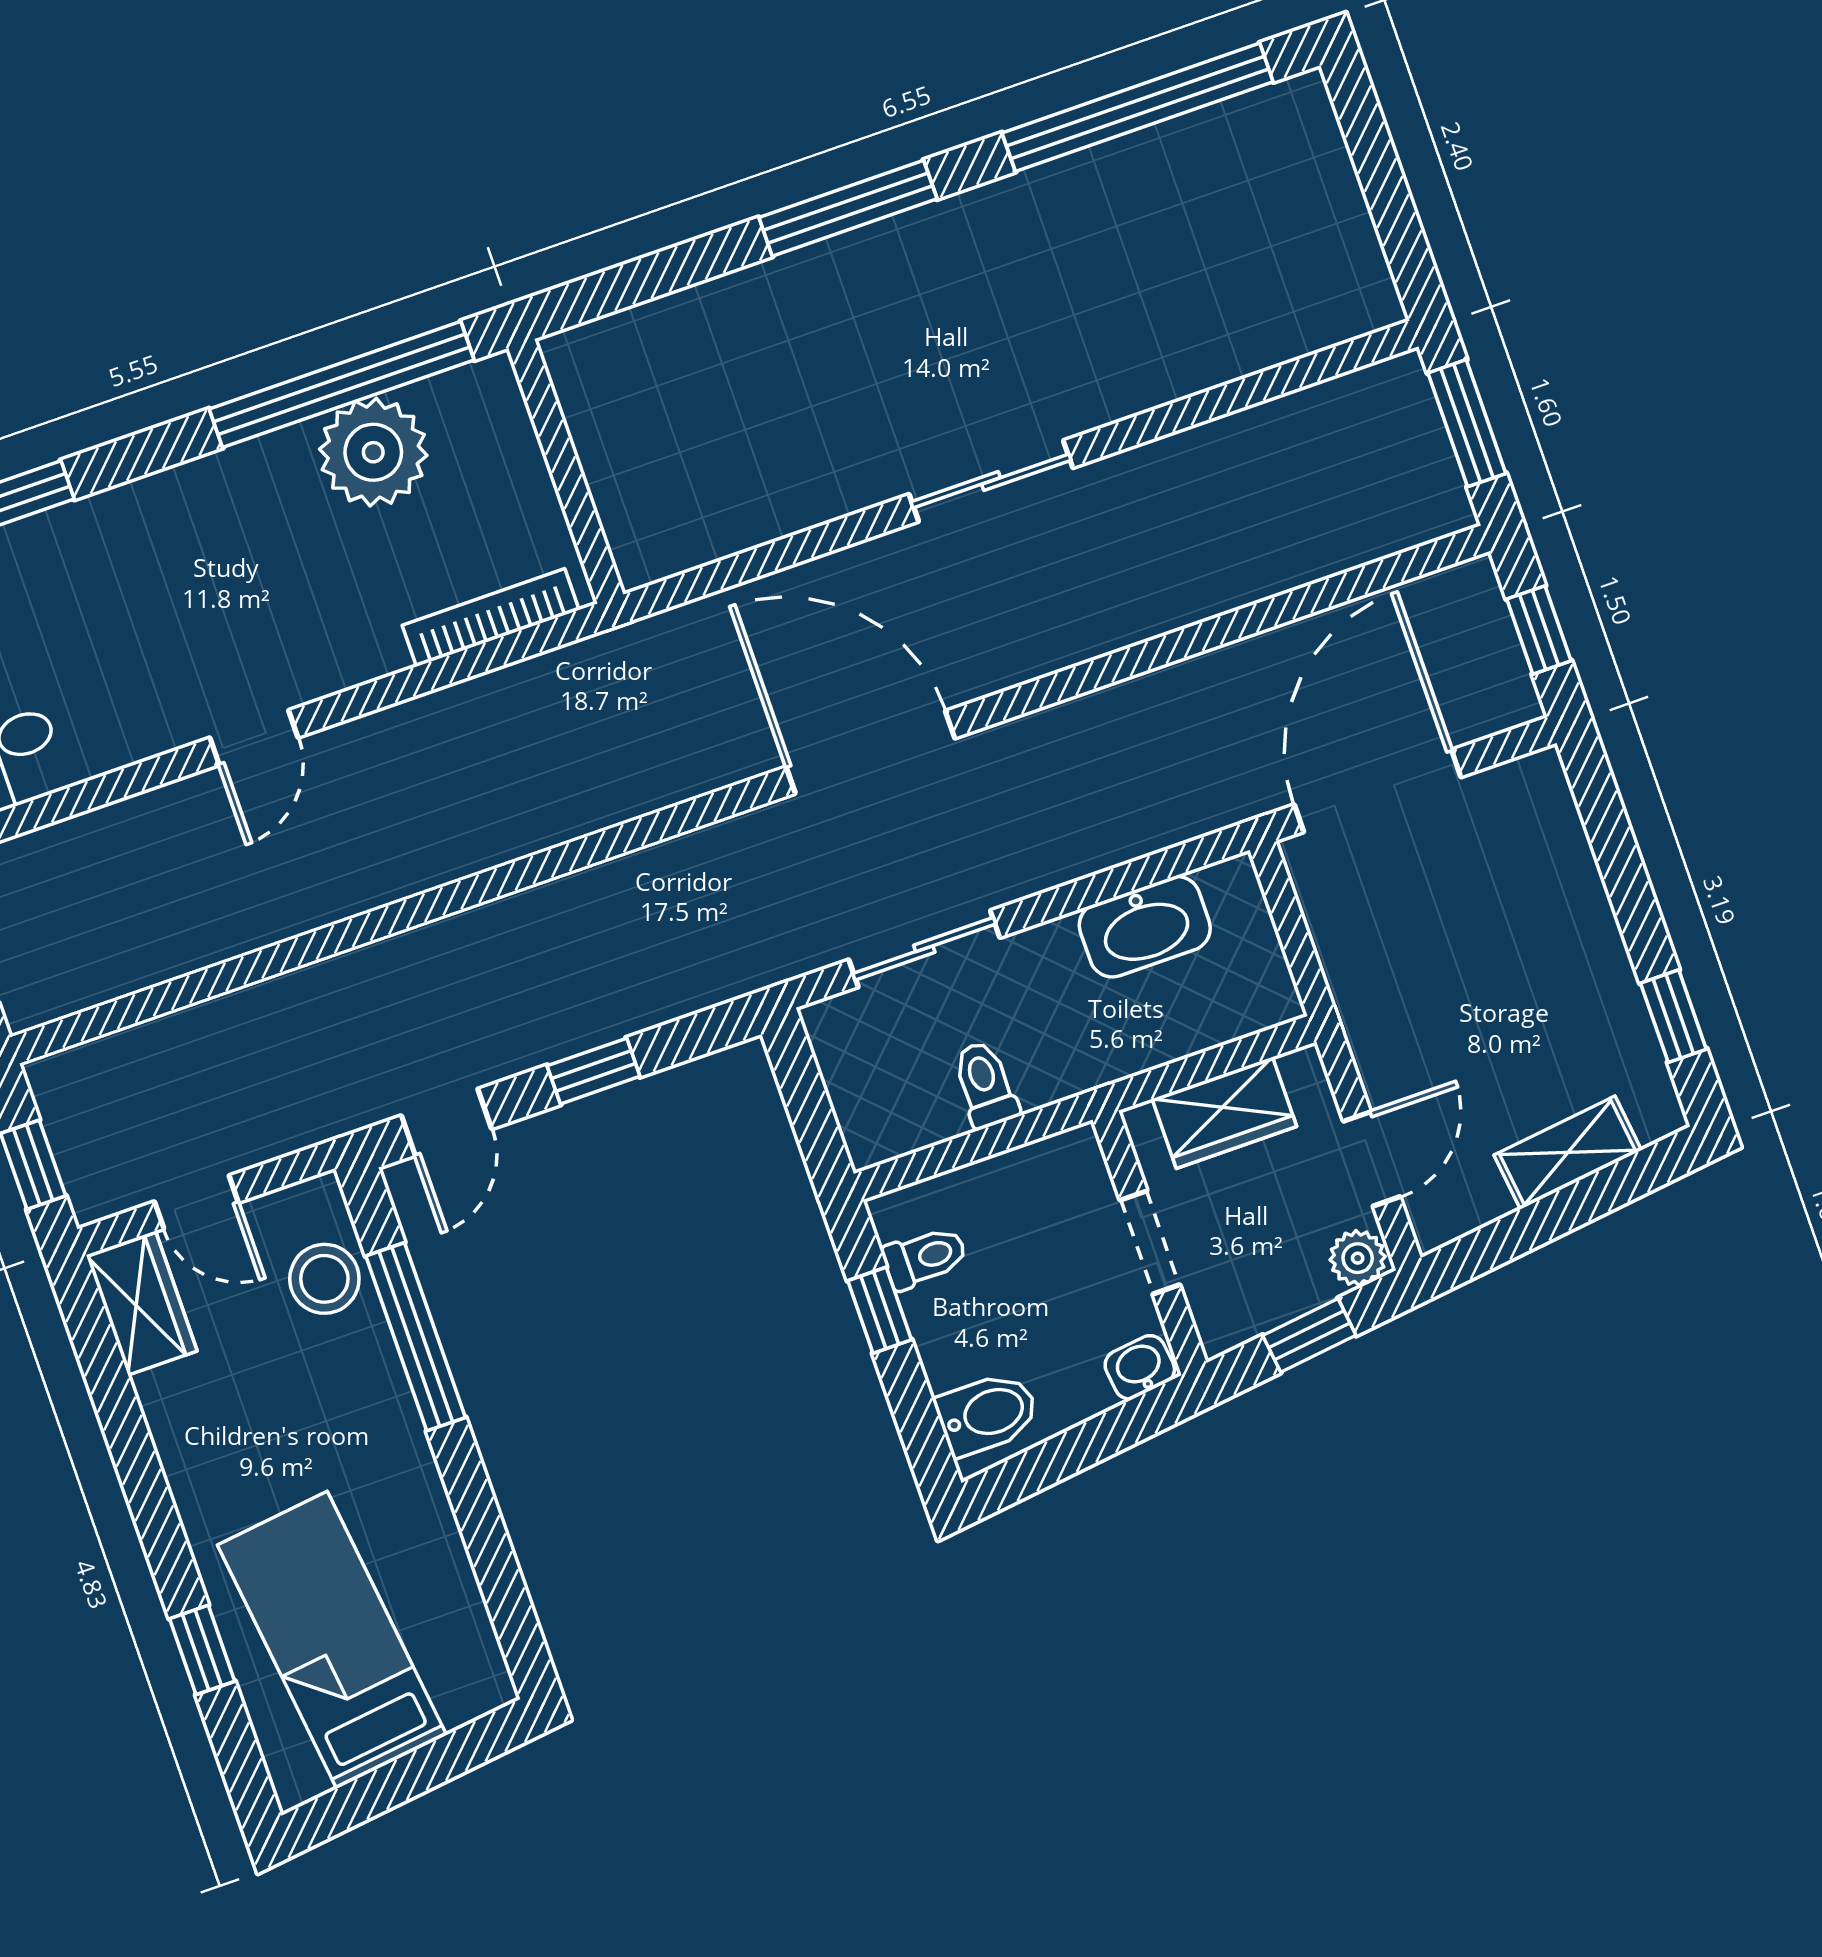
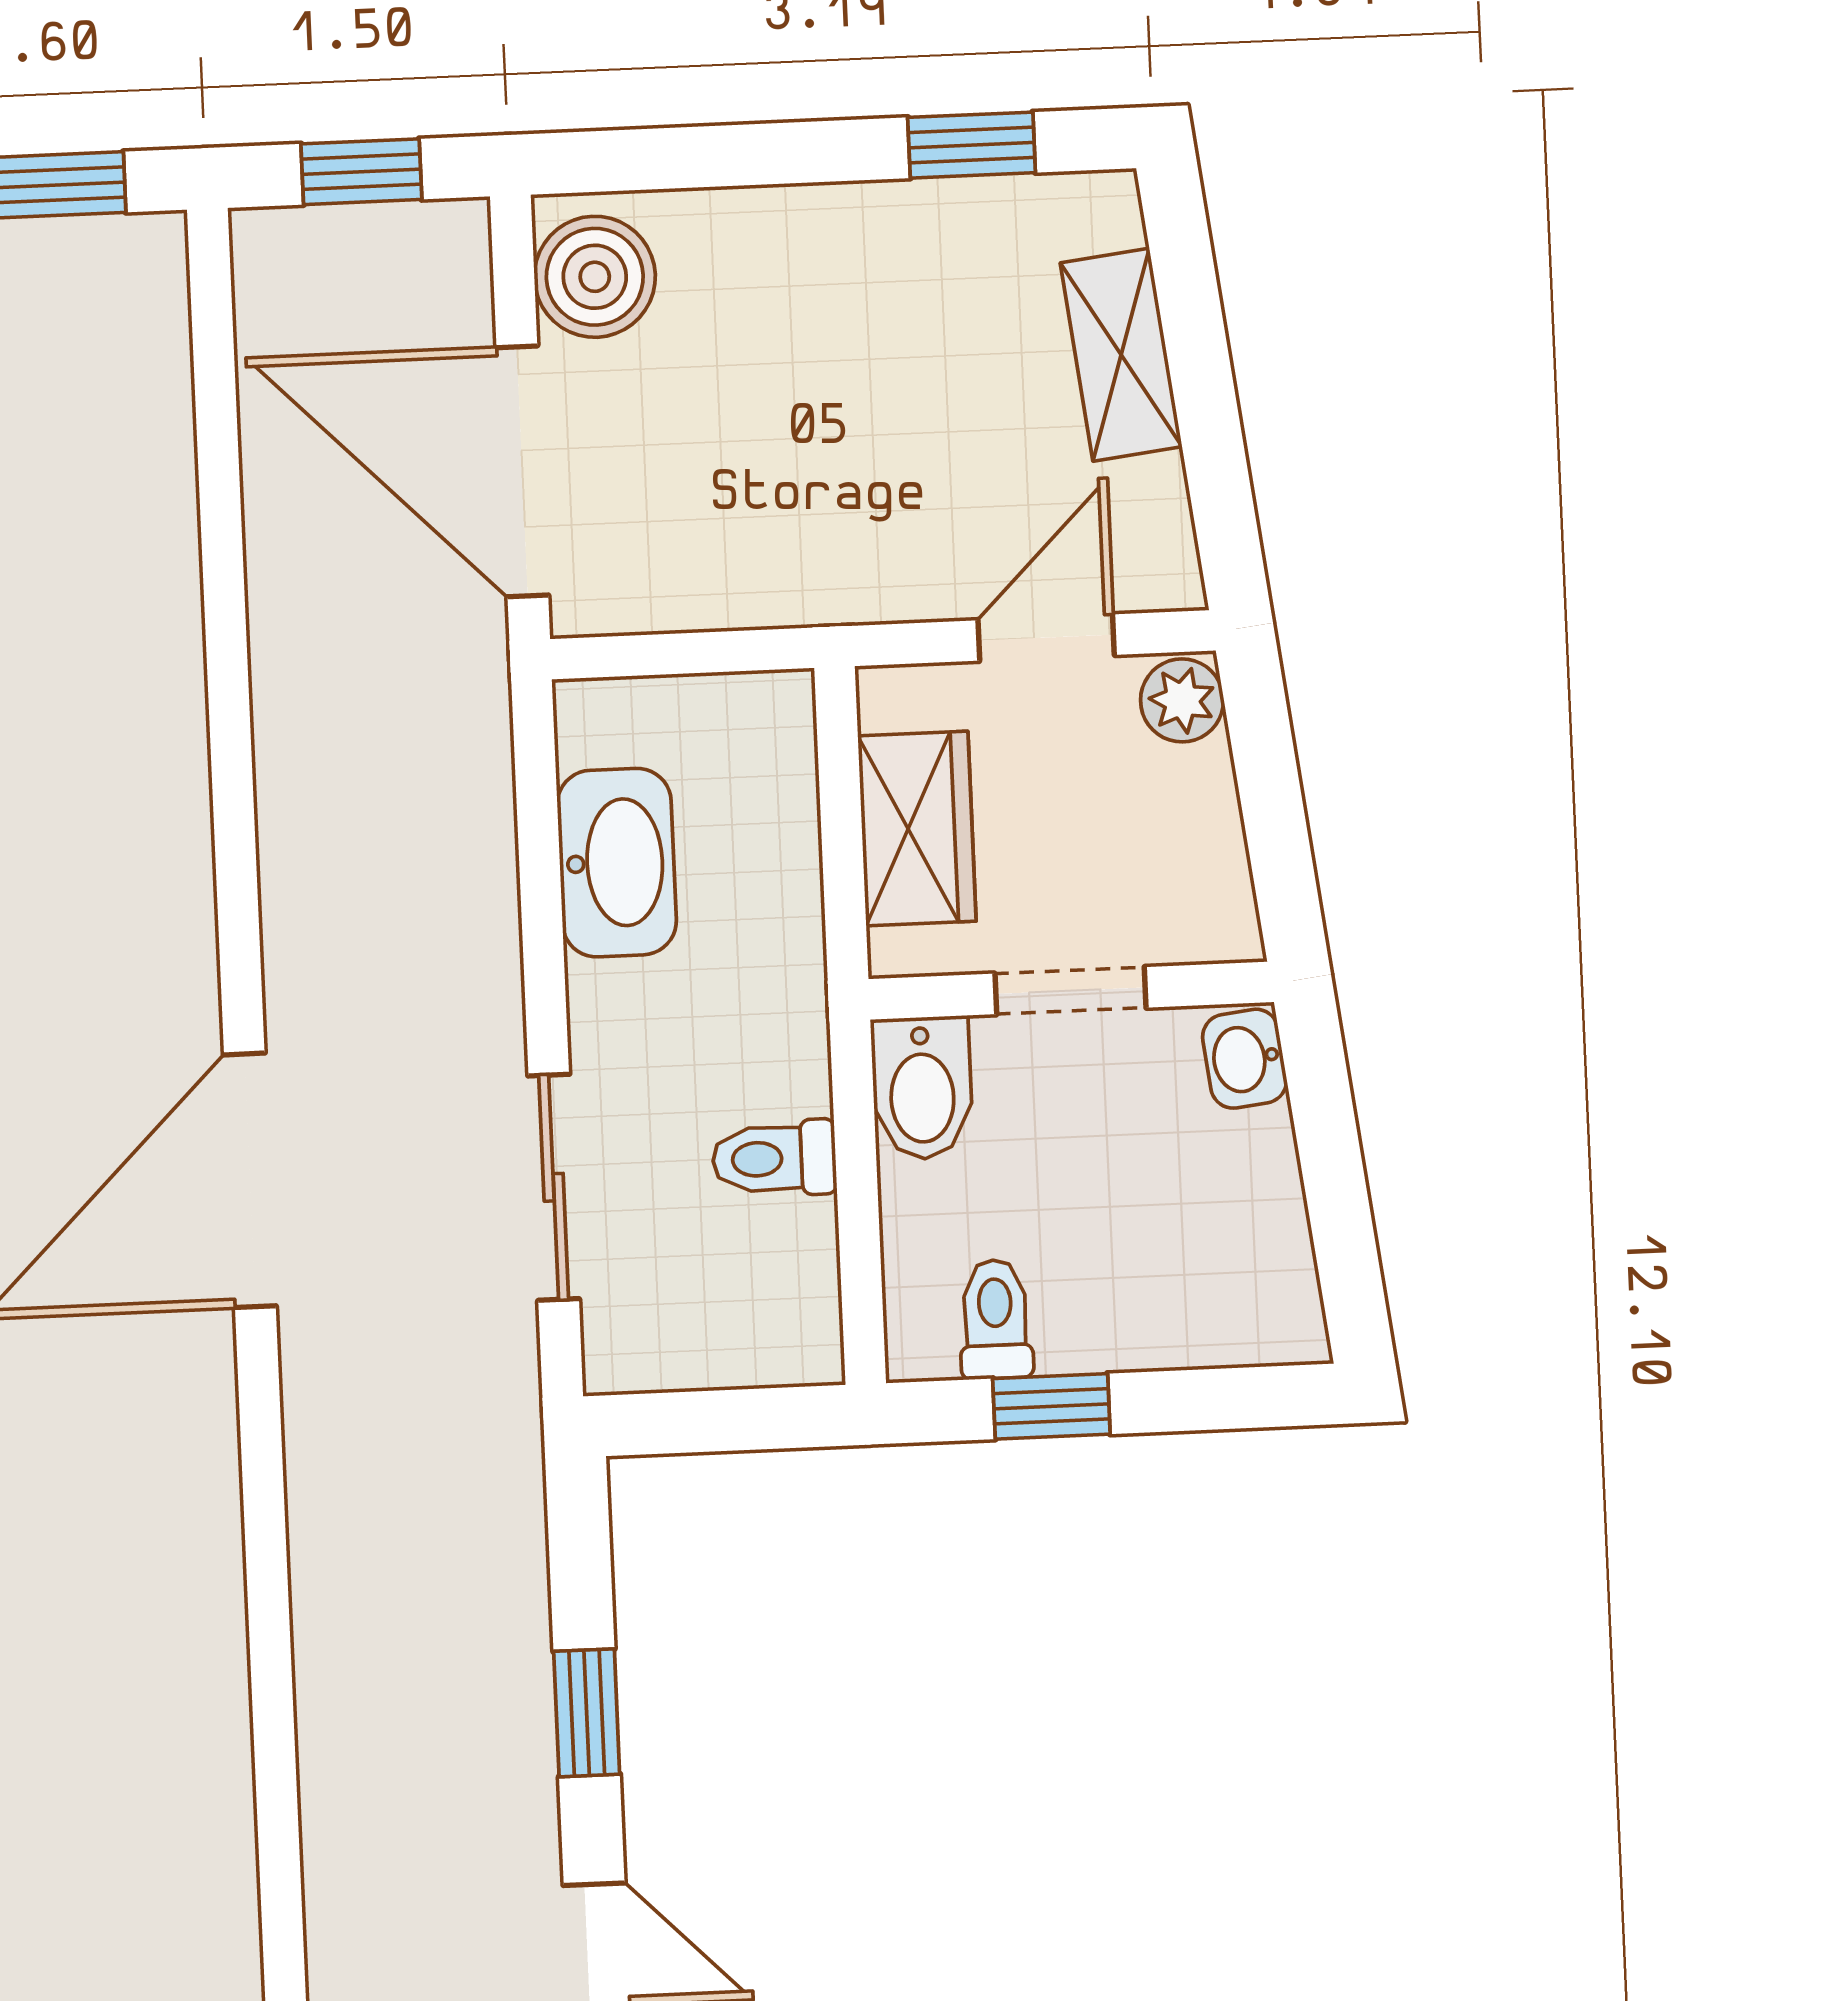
boiler: (1516, 800) -> (595, 277), added
door: (1372, 1159) -> (1046, 638), hinge flipped
window: (1309, 1335) -> (1272, 803), removed
bidet: (987, 1414) -> (922, 1088), moved, turned 180

